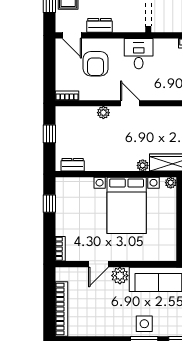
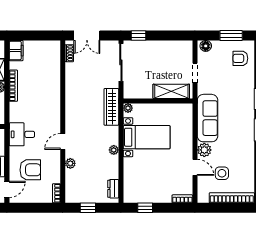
plant: (143, 165) -> (114, 150), moved
bed with nightstands: (127, 205) -> (147, 137), width x0.73
side table: (144, 324) -> (222, 173), moved

